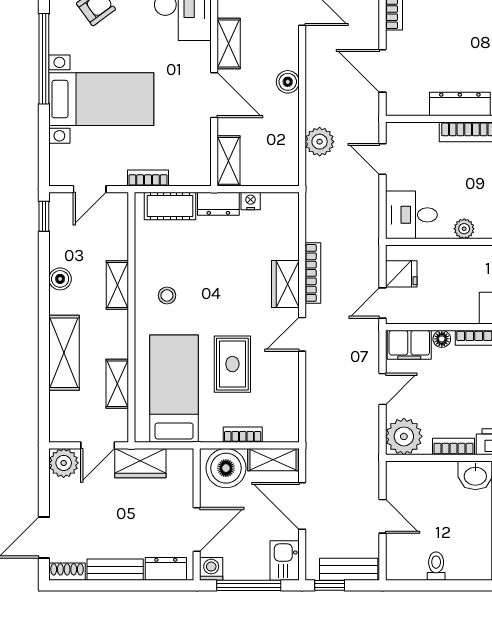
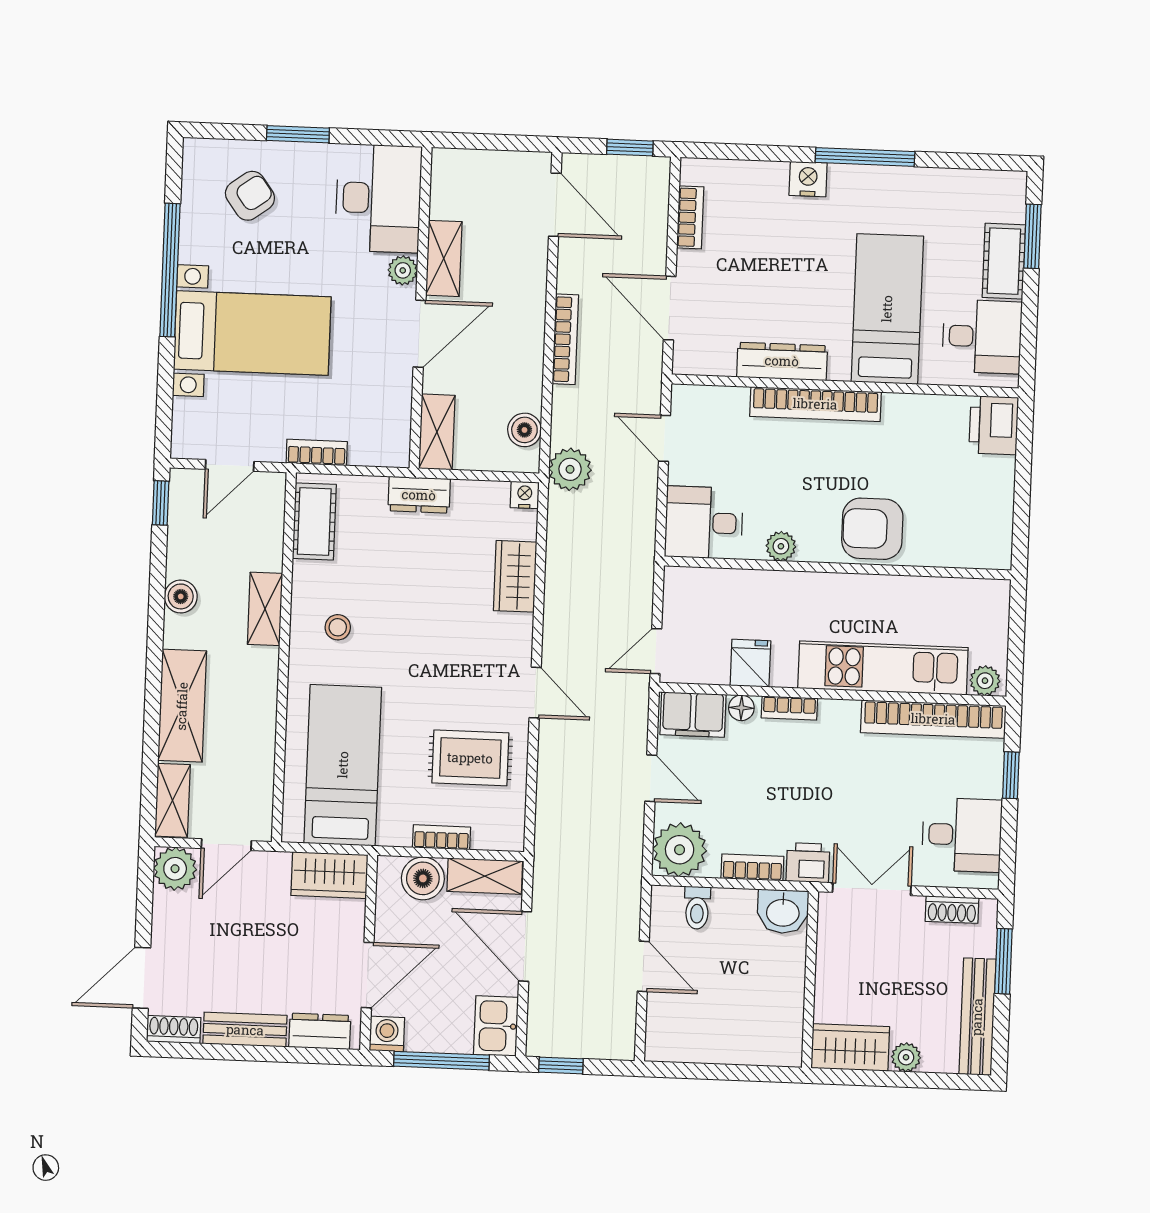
plant: (201, 53) -> (403, 270), added
boiler: (288, 82) -> (524, 430), moved
door: (214, 95) -> (419, 334), hinge flipped
plant: (320, 142) -> (570, 469), moved
nightstand: (251, 201) -> (525, 495), moved
cot: (170, 206) -> (314, 521), moved, turned 90
bookcase: (313, 273) -> (565, 339), moved
fridge: (401, 274) -> (750, 663), moved, turned -90
wardrobe: (285, 284) -> (515, 576), moved
door: (302, 334) -> (535, 693), swing flipped
rug: (232, 364) -> (470, 758), moved, turned 90
shelving: (117, 384) -> (172, 800), moved
door: (382, 389) -> (651, 778), hinge flipped
wardrobe: (140, 463) -> (329, 875), moved
boiler: (226, 468) -> (423, 878), width x0.73, depth x0.73
toilet: (436, 566) -> (697, 908), moved, turned 180
bench: (349, 569) -> (590, 1043), removed

